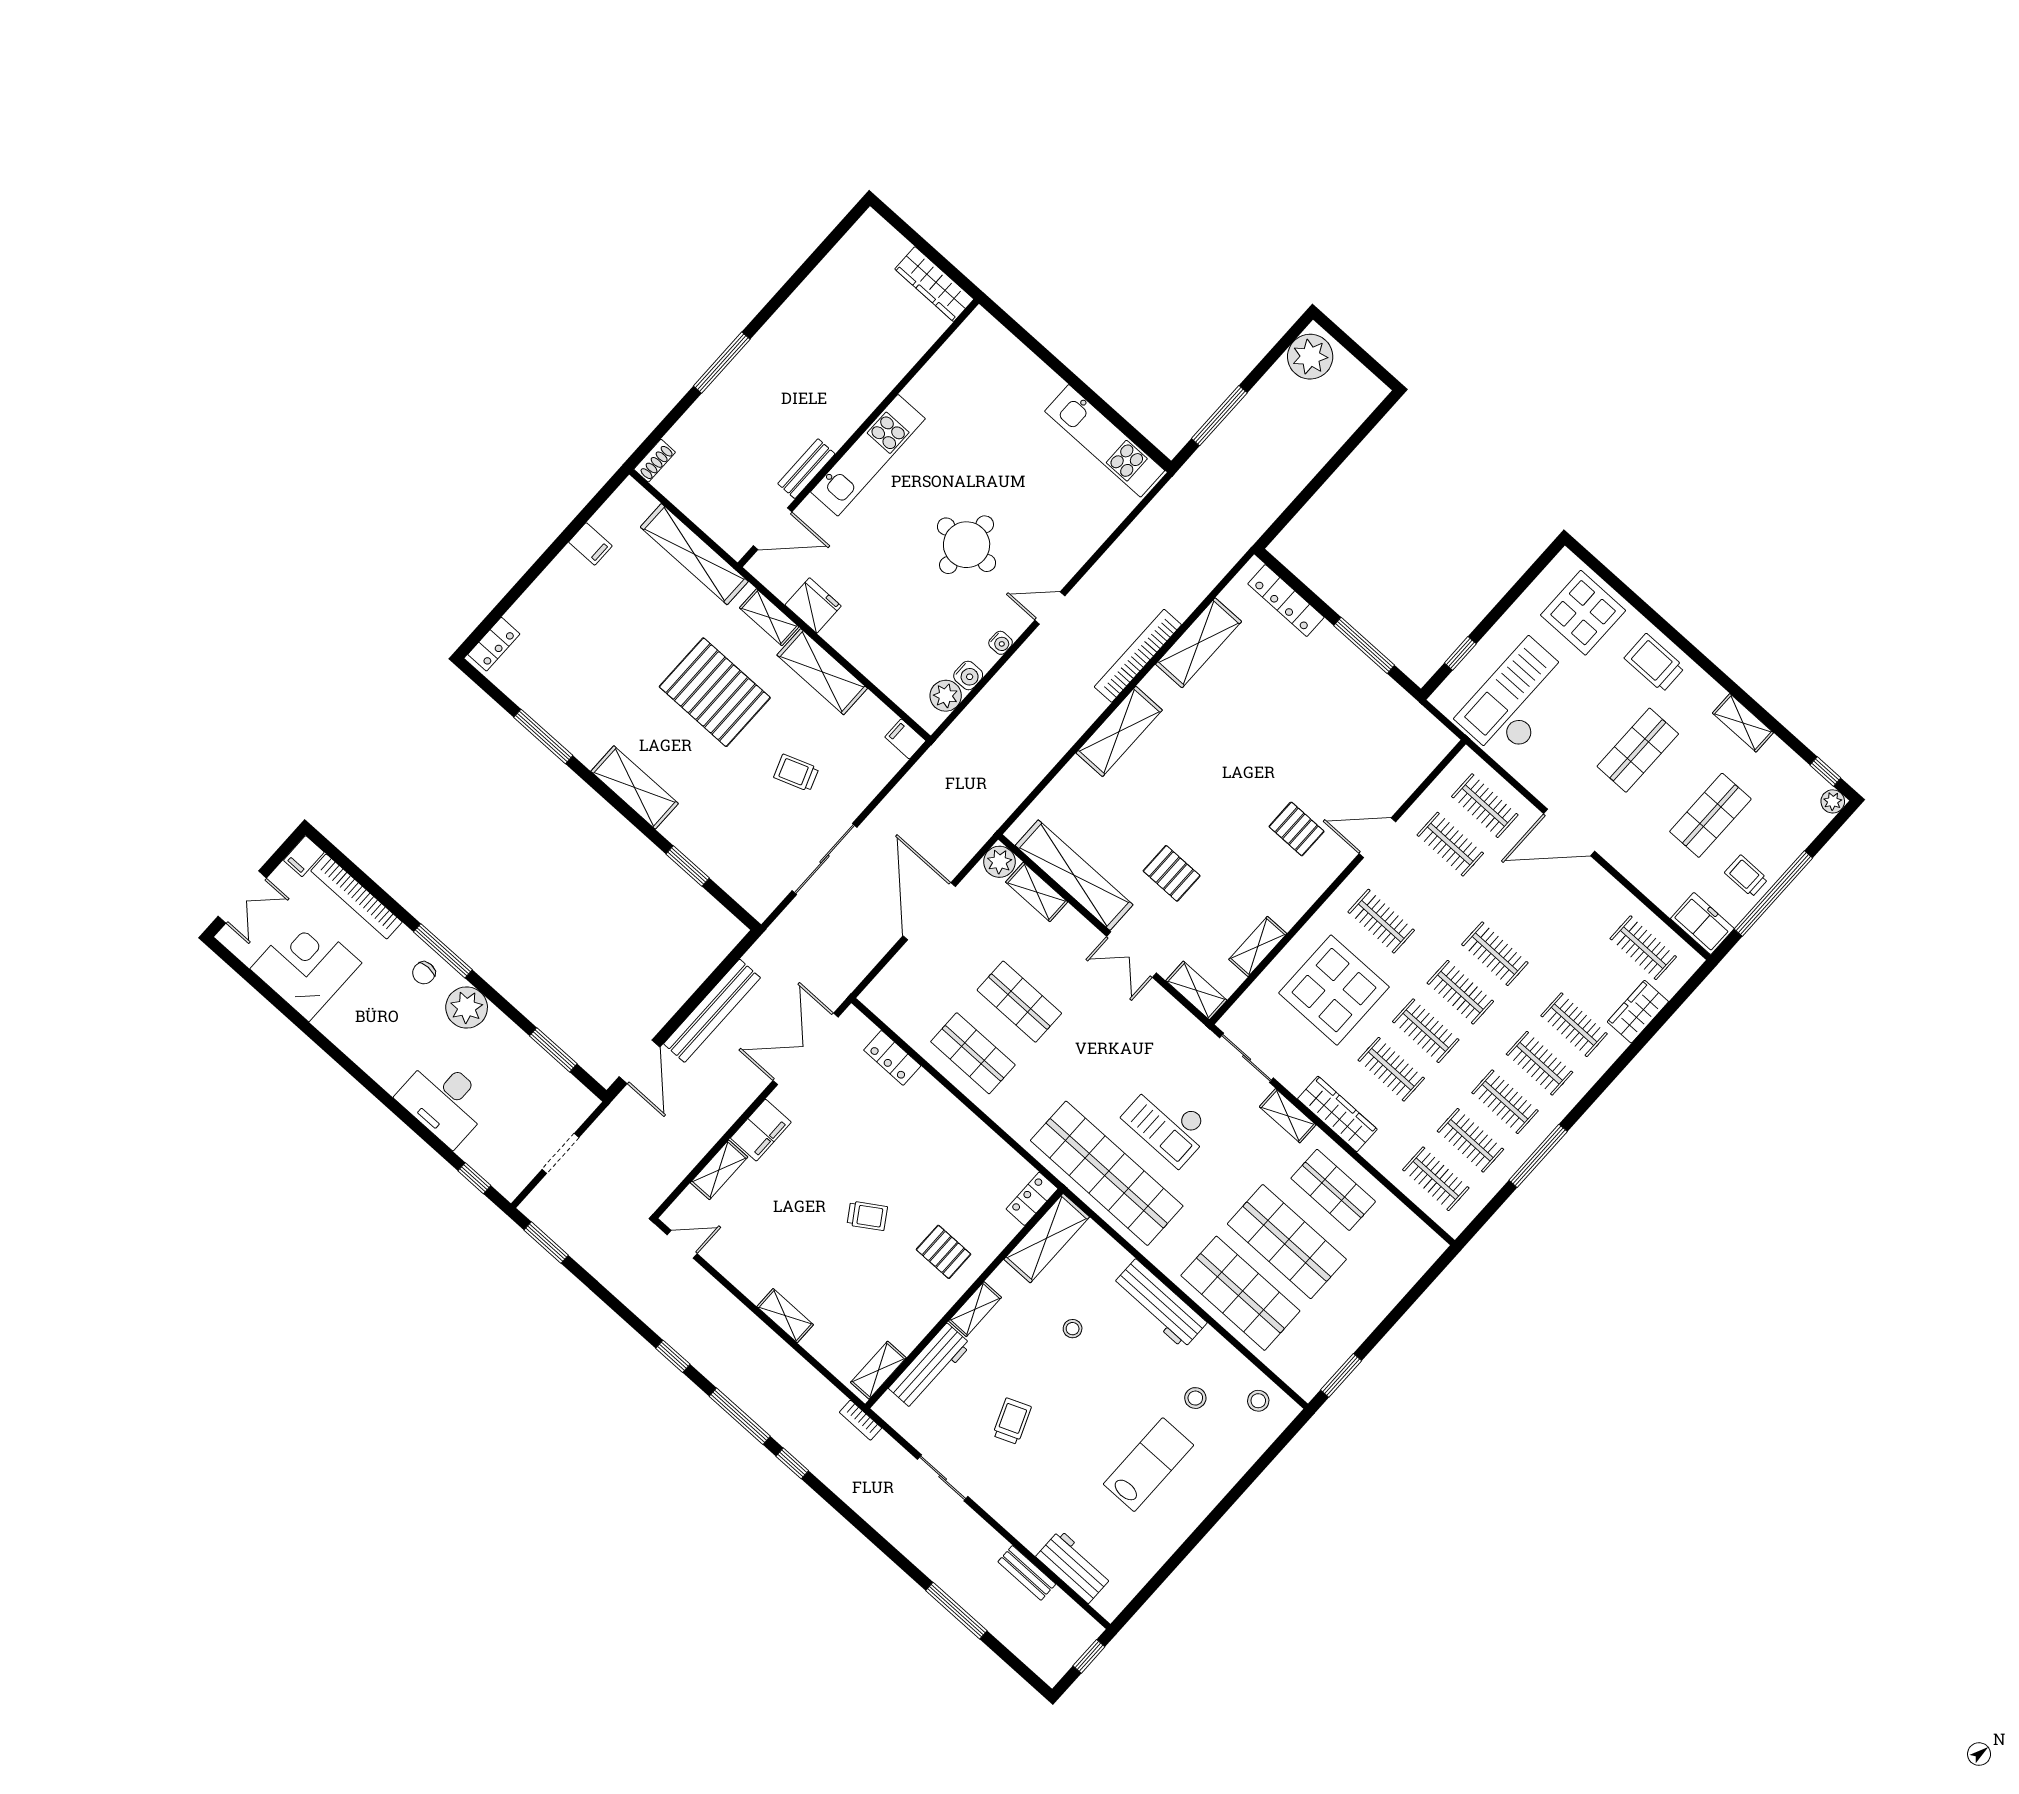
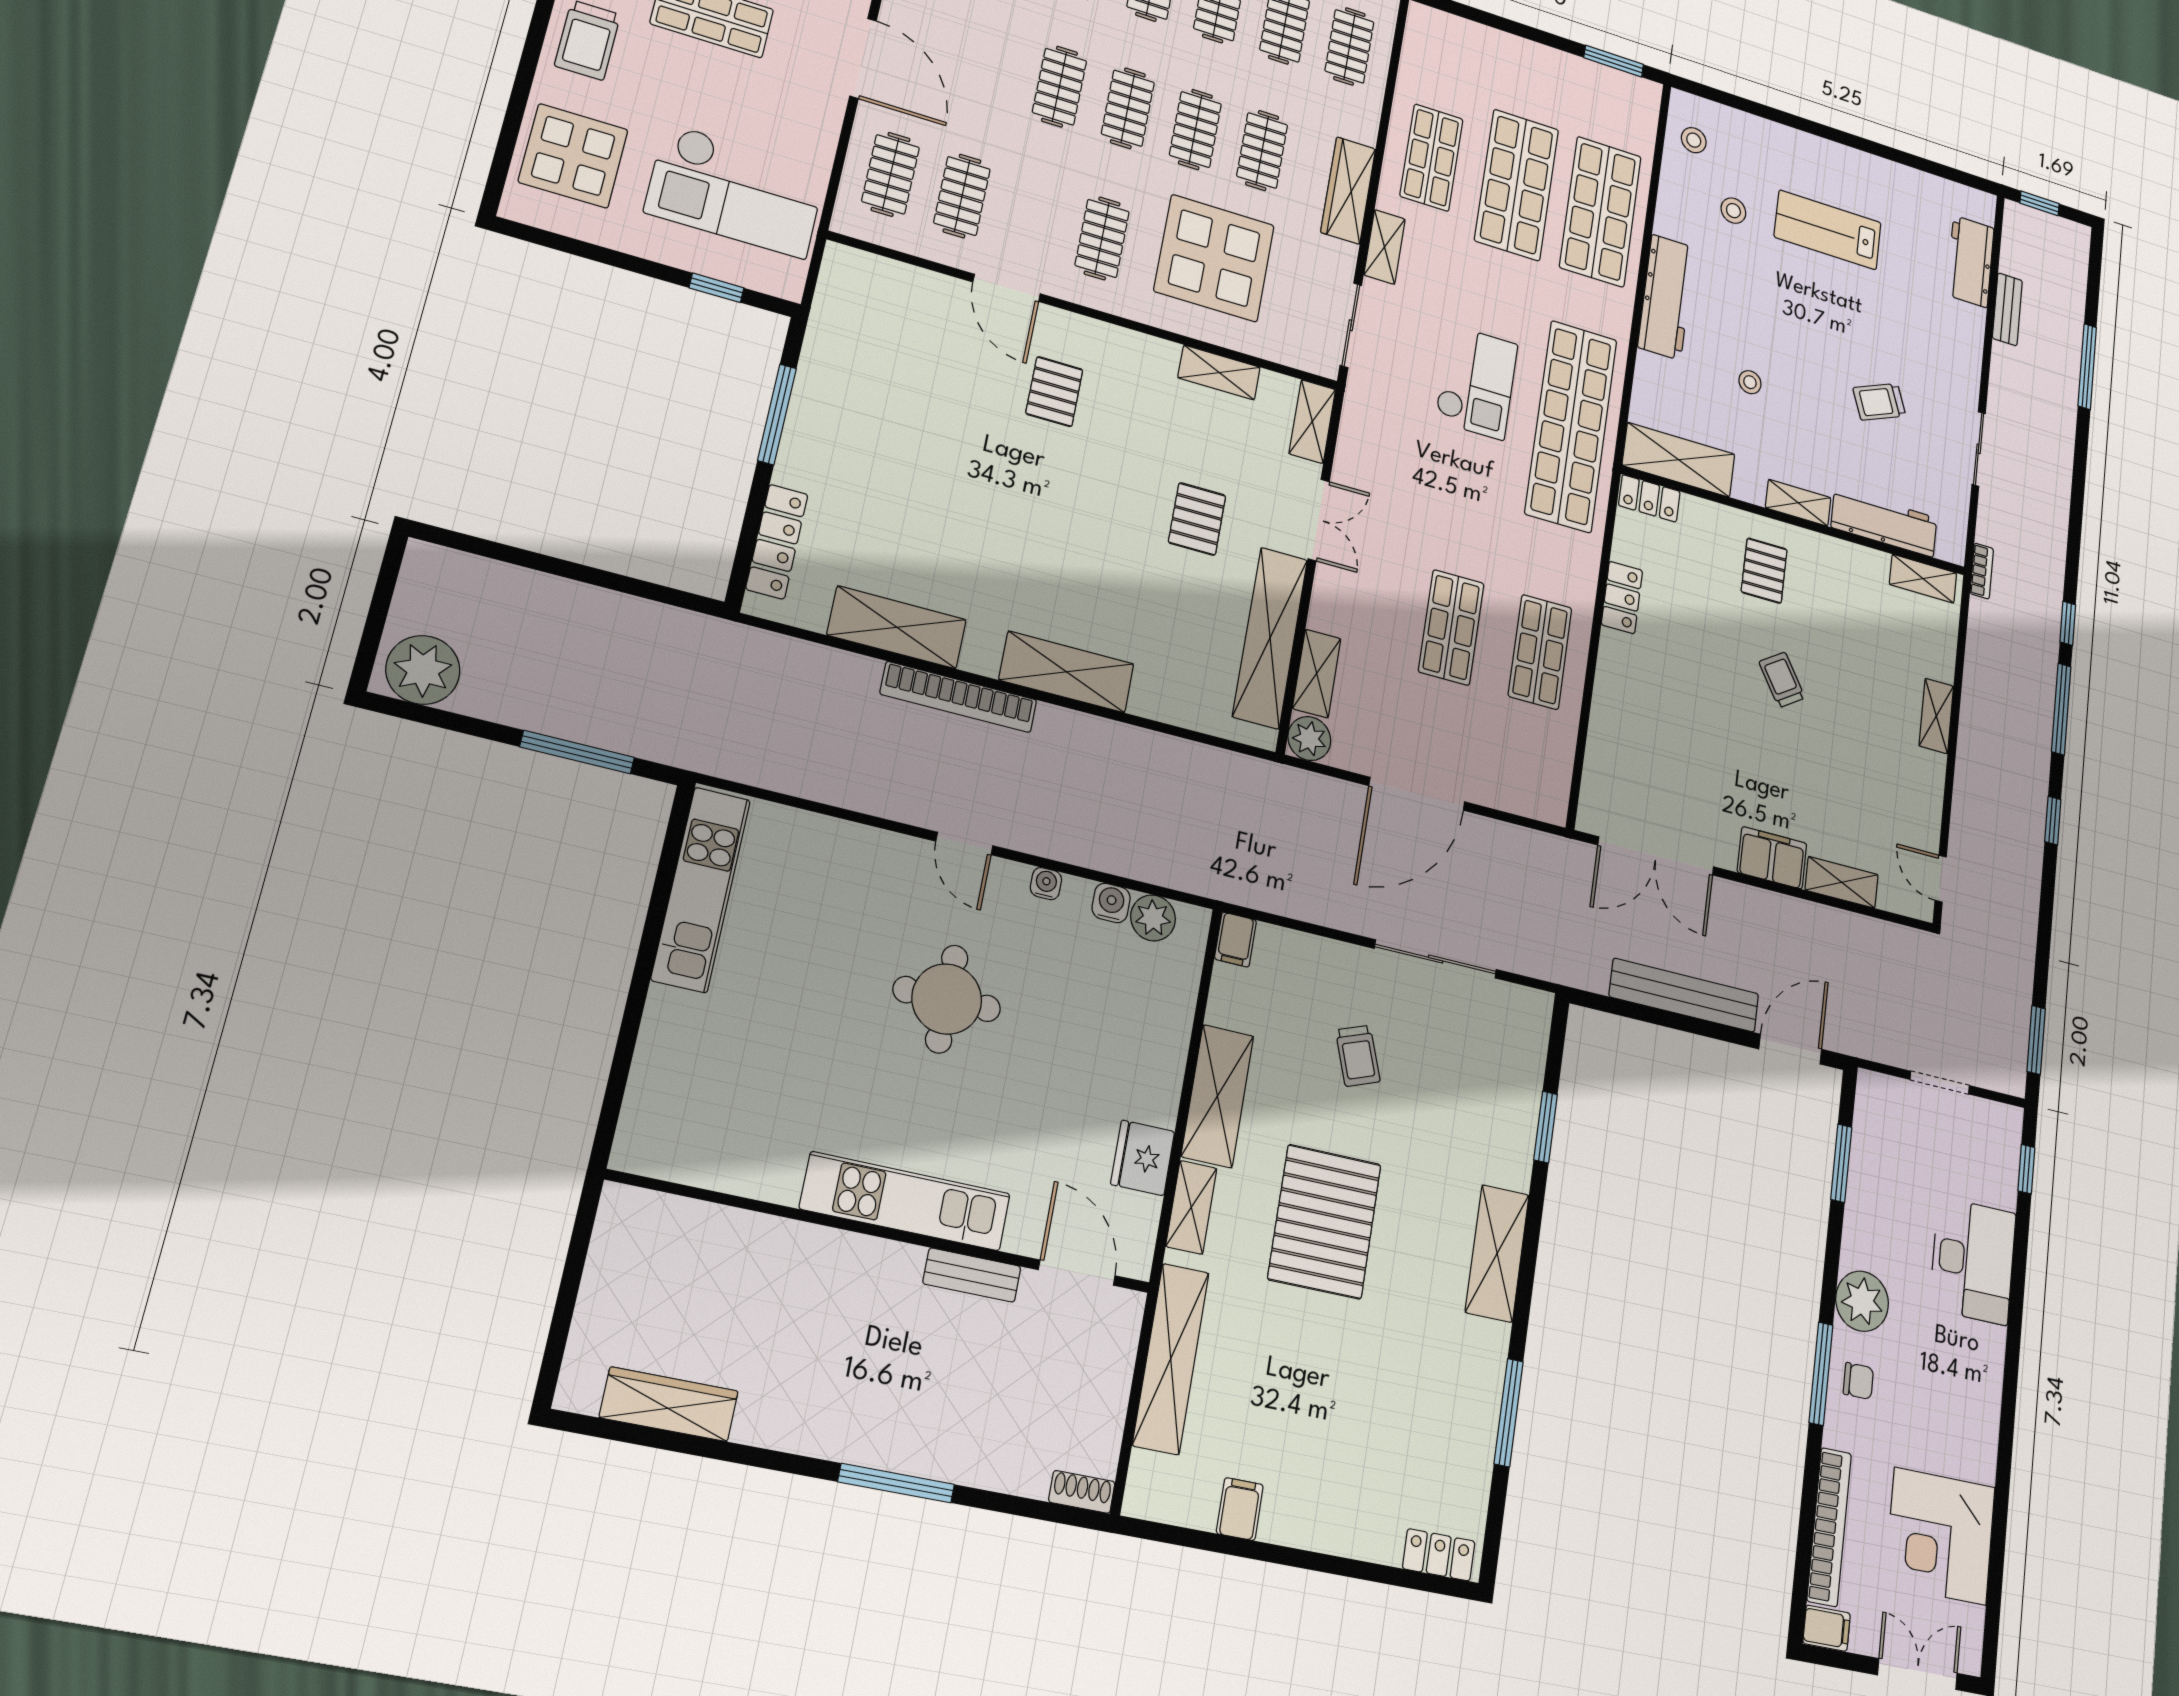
wardrobe: (934, 284) -> (669, 1404), moved, turned -90
locker: (892, 1058) -> (1622, 598), moved

